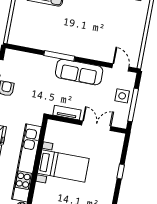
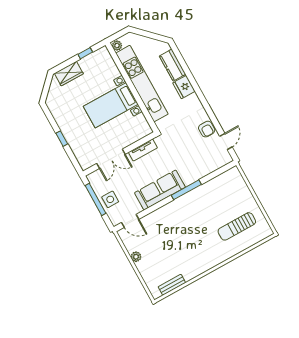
plant: (138, 37) -> (136, 257), added

